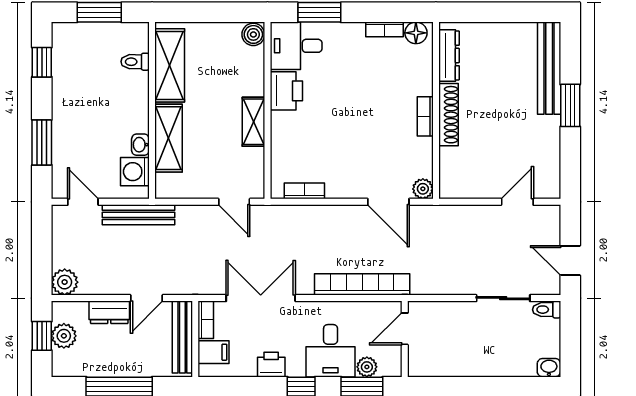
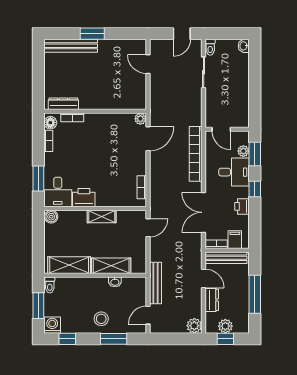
toilet: (135, 62) -> (50, 285), moved
shoe rack: (448, 115) -> (98, 104), removed
bookcase: (425, 116) -> (72, 117), moved
stool: (77, 121) -> (101, 319), added
washing machine: (135, 172) -> (52, 325), moved, turned 180

